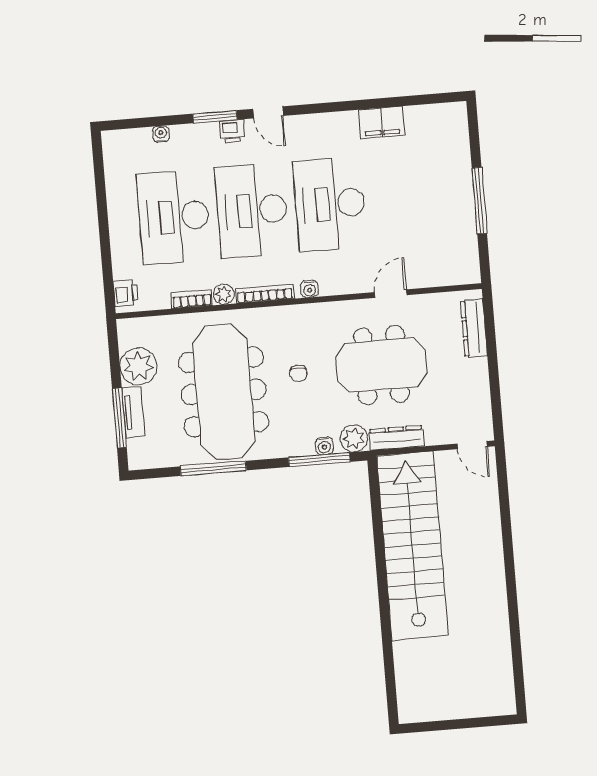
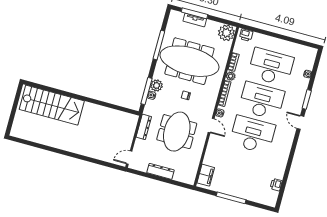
door: (268, 112) -> (300, 122), hinge flipped
filing cabinet: (382, 122) -> (206, 175), moved, turned 180
printer: (232, 131) -> (276, 185), moved
door: (391, 294) -> (211, 125), moved
dresser: (474, 328) -> (161, 171), moved
plant: (138, 366) -> (226, 33), moved
plant: (354, 438) -> (156, 85), moved
stairs: (412, 546) -> (52, 105), moved, width x0.73

